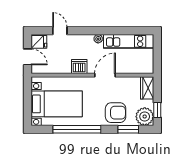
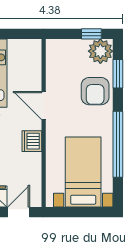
wardrobe: (147, 88) -> (61, 48), removed
armchair: (116, 113) -> (95, 91), turned 180

